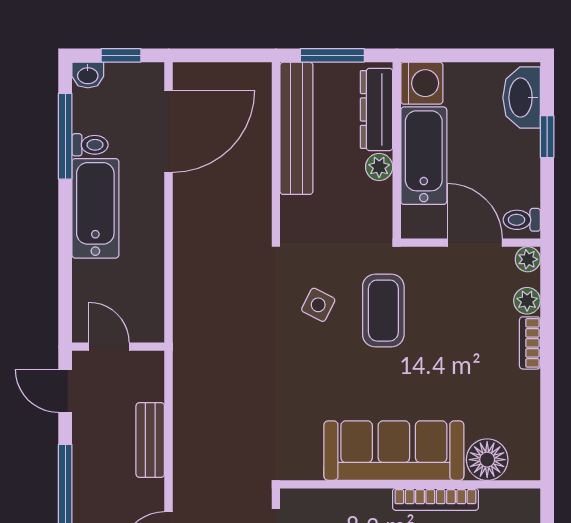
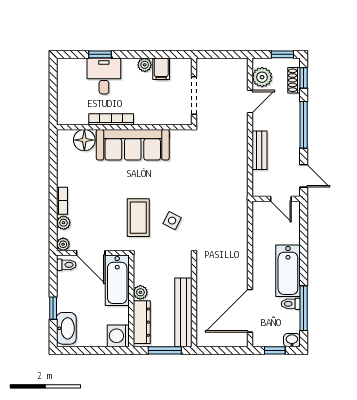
bathtub: (424, 156) -> (117, 280), moved

